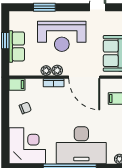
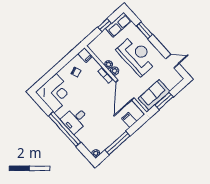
reception desk: (62, 36) -> (137, 56), turned 180
row of seats: (17, 46) -> (119, 25), moved
desk: (81, 145) -> (75, 120), width x0.53, depth x0.77

